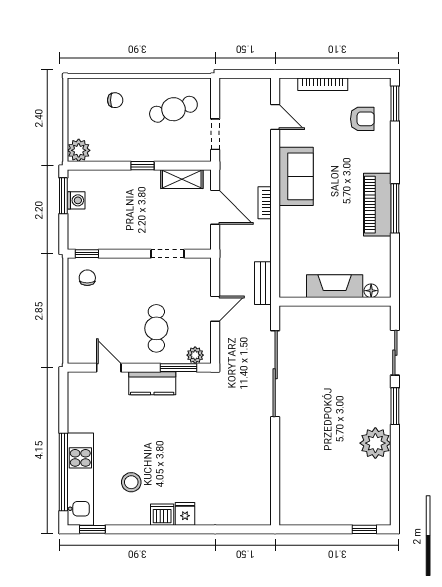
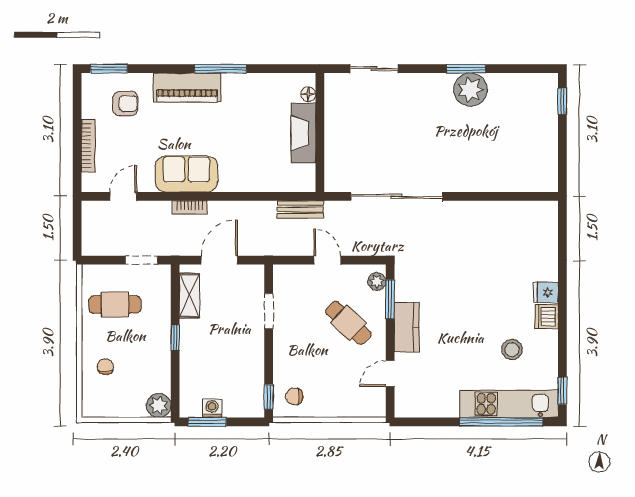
cafe table: (173, 109) -> (115, 305), turned -73
armchair: (362, 119) -> (125, 104), turned 90
bookcase: (265, 203) -> (190, 207), moved
piano: (377, 205) -> (187, 88), moved
cafe table: (156, 328) -> (348, 323), turned 43
window: (395, 406) -> (466, 69), moved

